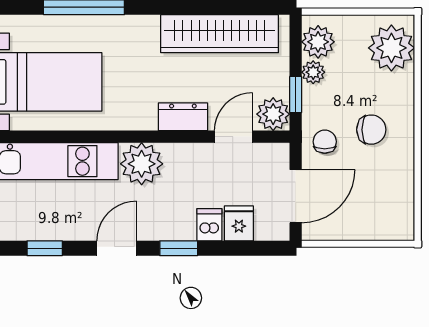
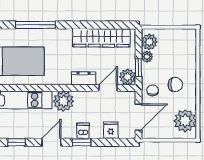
plant: (391, 48) -> (185, 121), moved
dishwasher: (209, 225) -> (83, 131), moved

